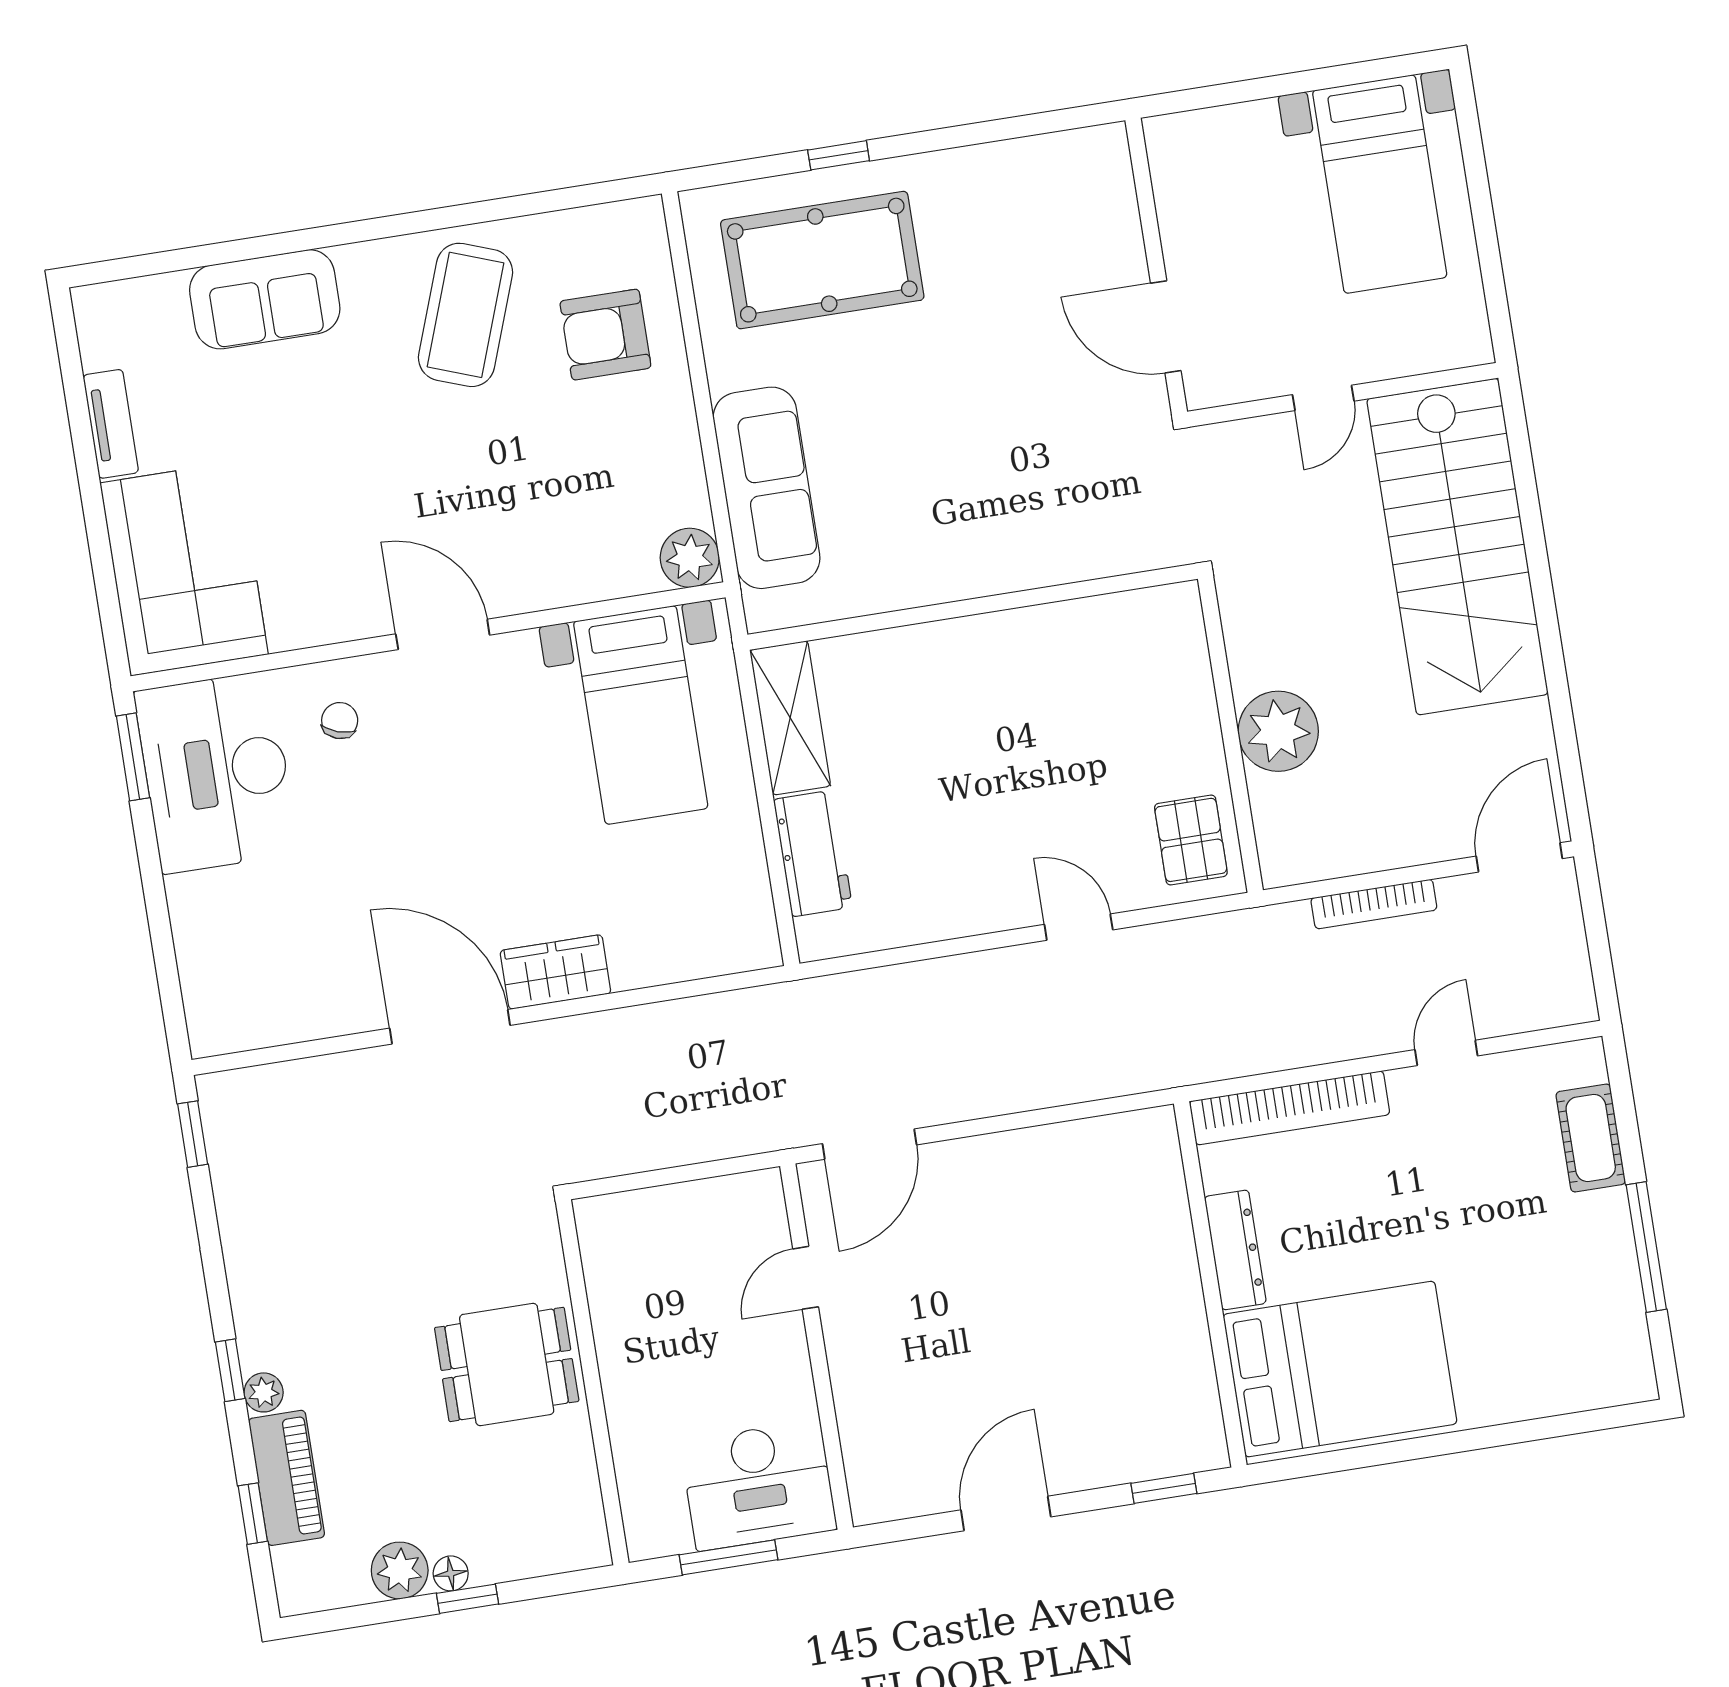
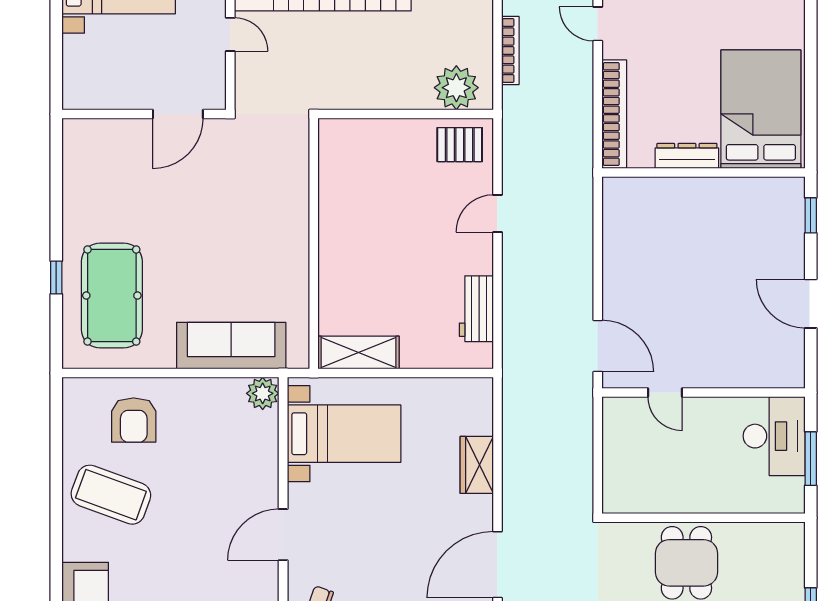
plant: (1278, 731) -> (456, 88), moved
workbench: (813, 853) -> (476, 309), moved, turned -90
wardrobe: (555, 972) -> (477, 465), moved

